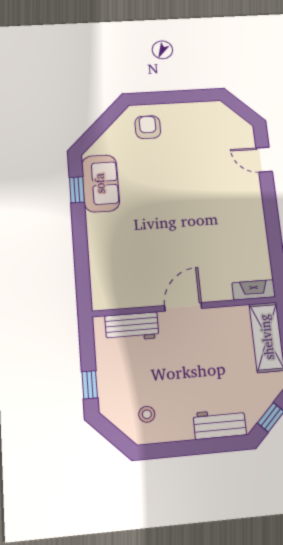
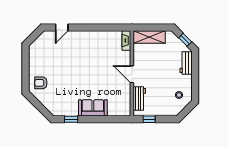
sofa: (100, 183) -> (93, 108), moved
window: (90, 385) -> (149, 119), moved

